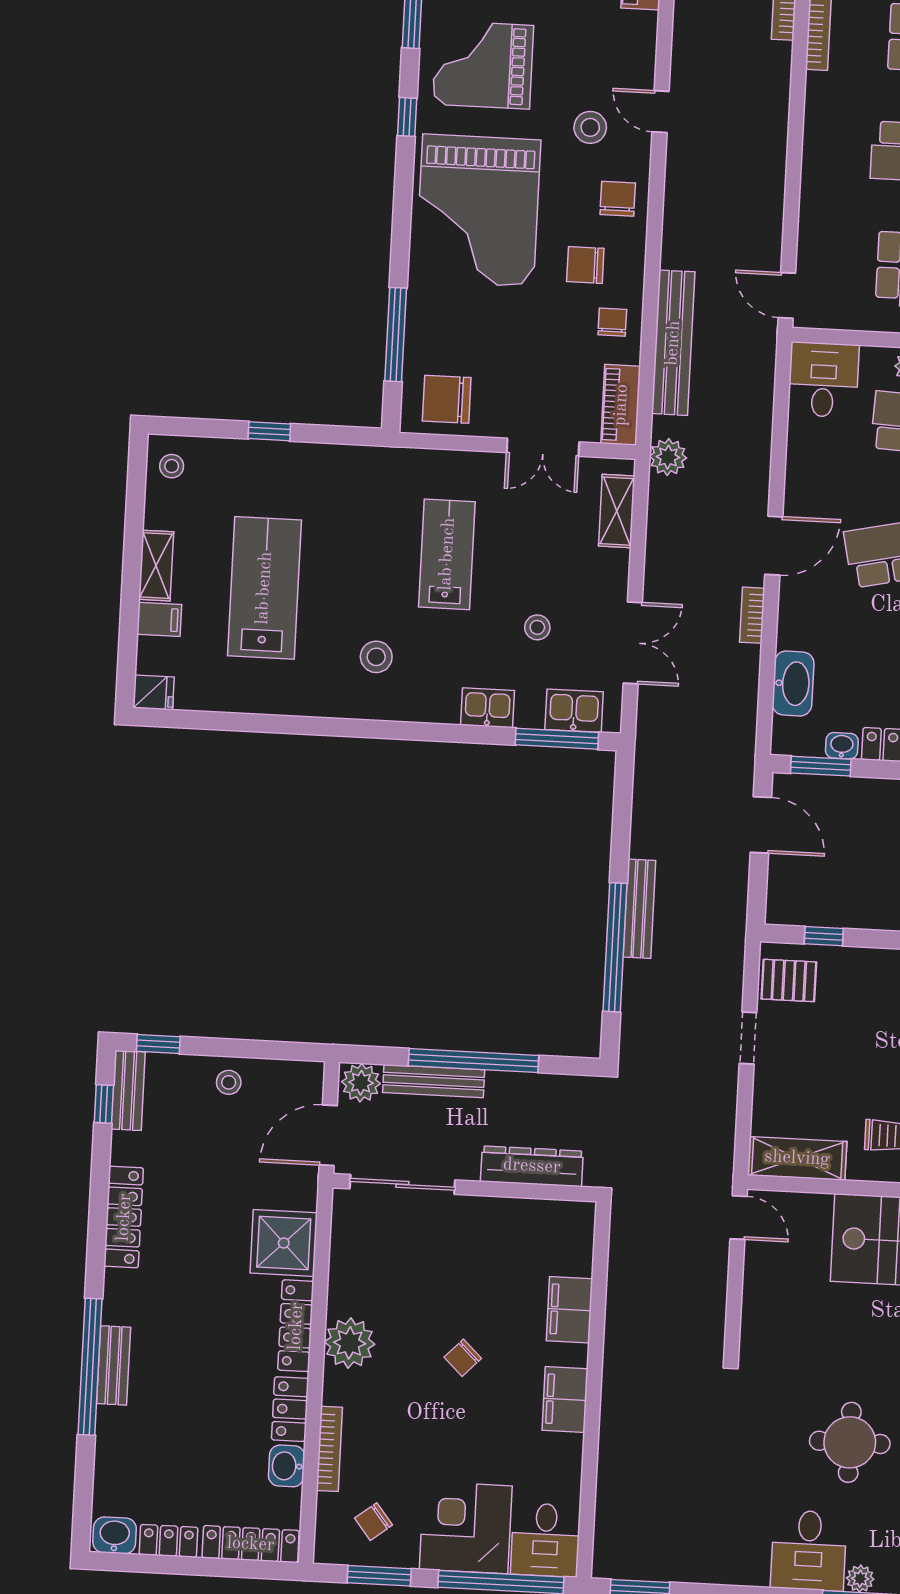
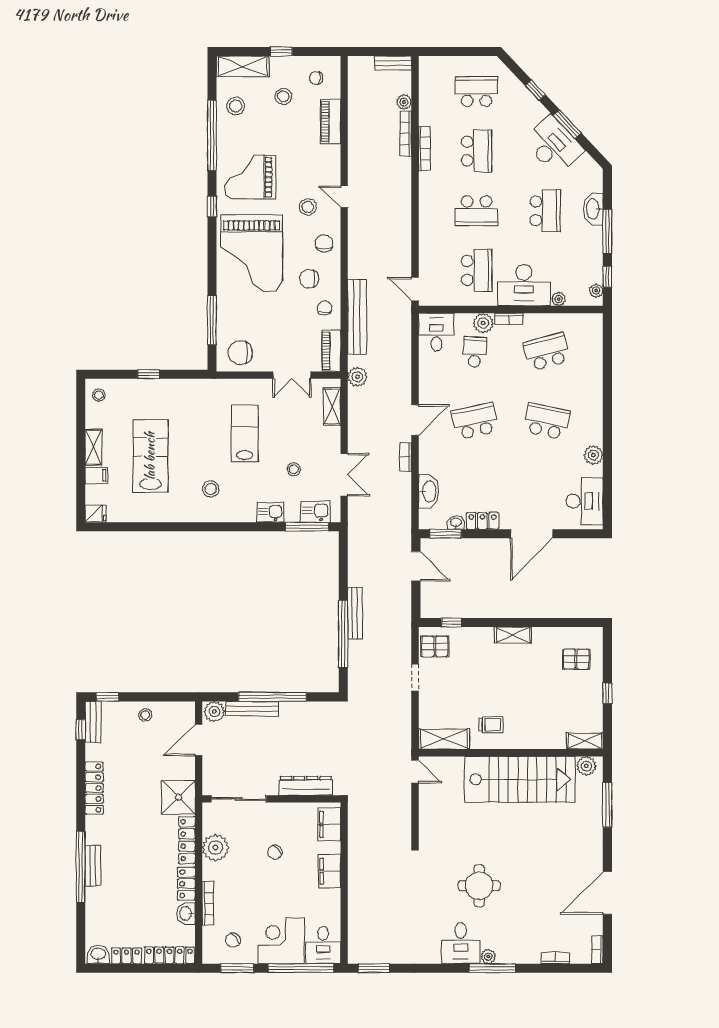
dresser: (532, 1166) -> (306, 786), moved
sliding door: (402, 1184) -> (239, 799), moved
wall: (465, 1188) -> (271, 799), moved

